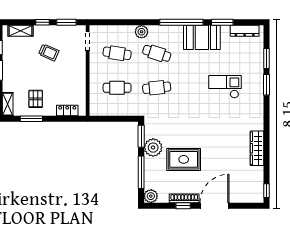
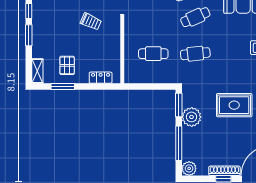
trolley: (49, 52) -> (91, 22), moved
cafe table: (117, 53) -> (153, 17), removed
cafe table: (157, 53) -> (195, 17), turned -42
rug: (184, 159) -> (234, 105), moved

